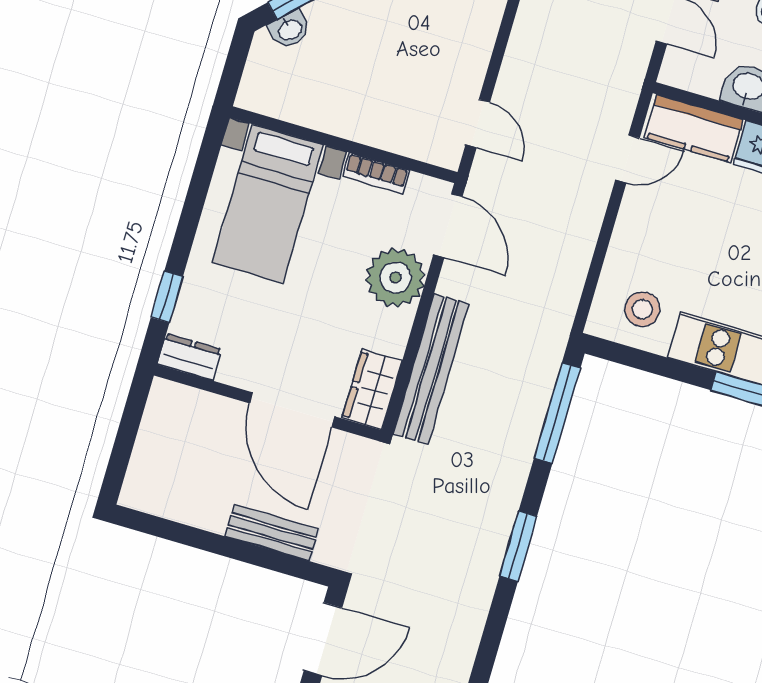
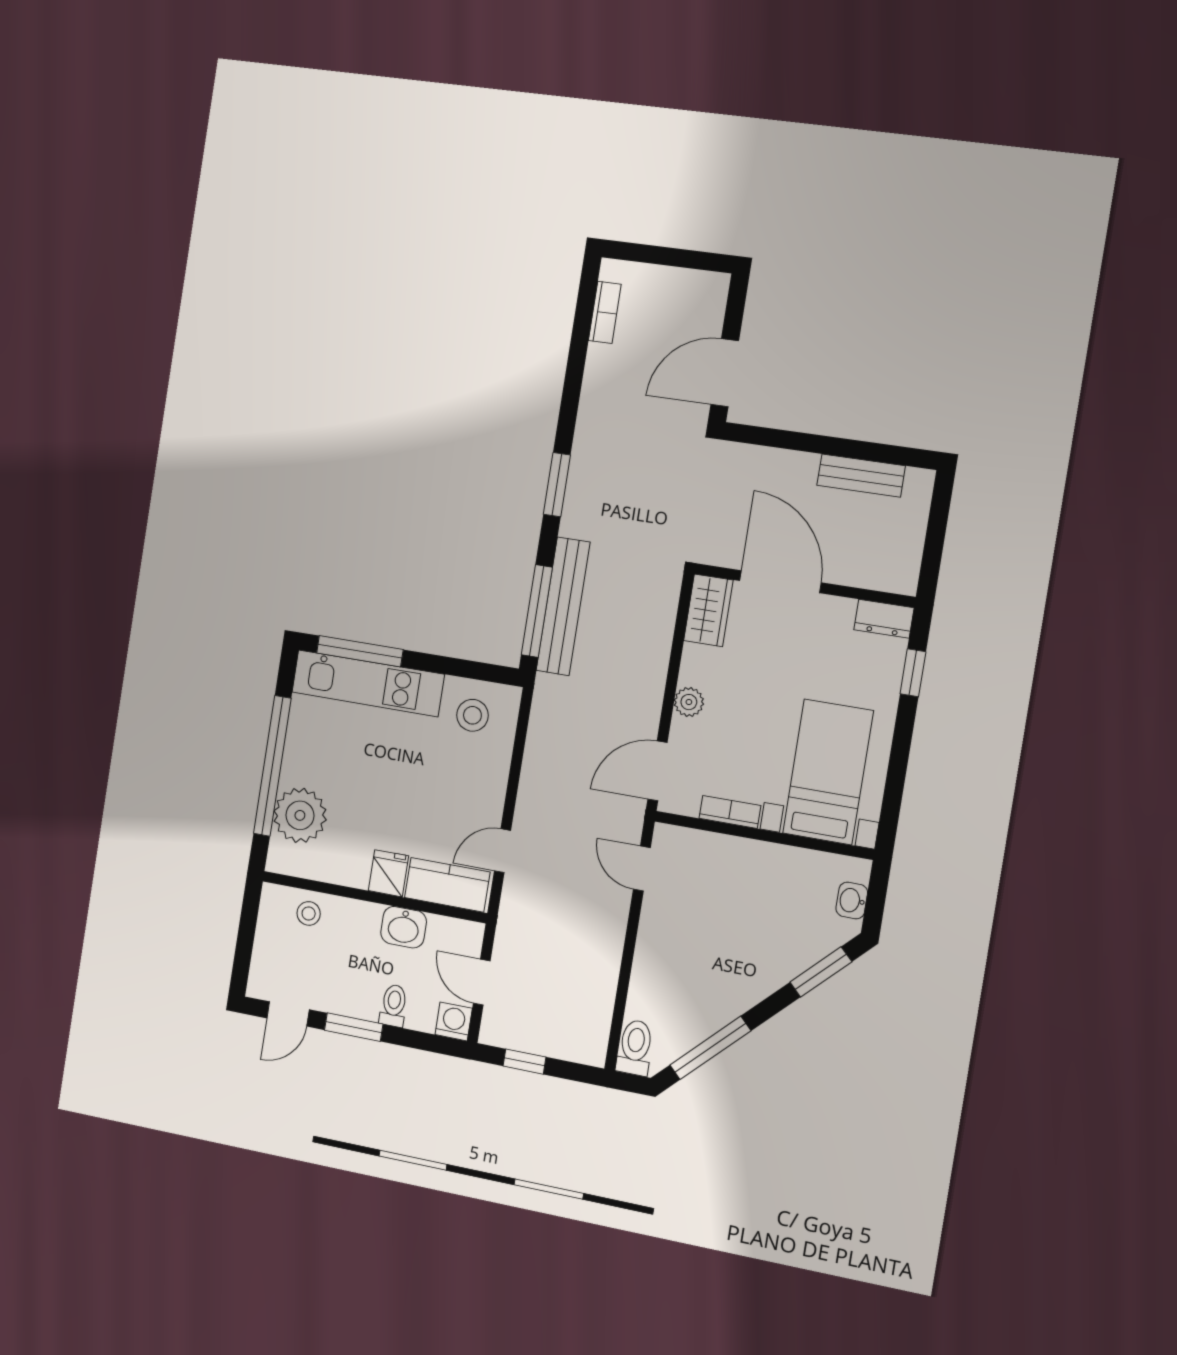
washbasin: (290, 29) -> (852, 901), moved, turned -45
door: (448, 226) -> (657, 771), hinge flipped
plant: (395, 278) -> (689, 702), width x0.53, depth x0.53
bench: (431, 369) -> (563, 606), moved
bench: (272, 533) -> (861, 475), moved

